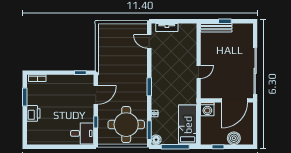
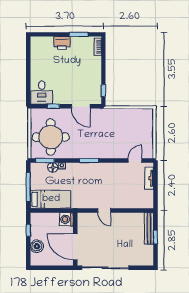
floor lamp: (156, 140) -> (53, 167), moved

